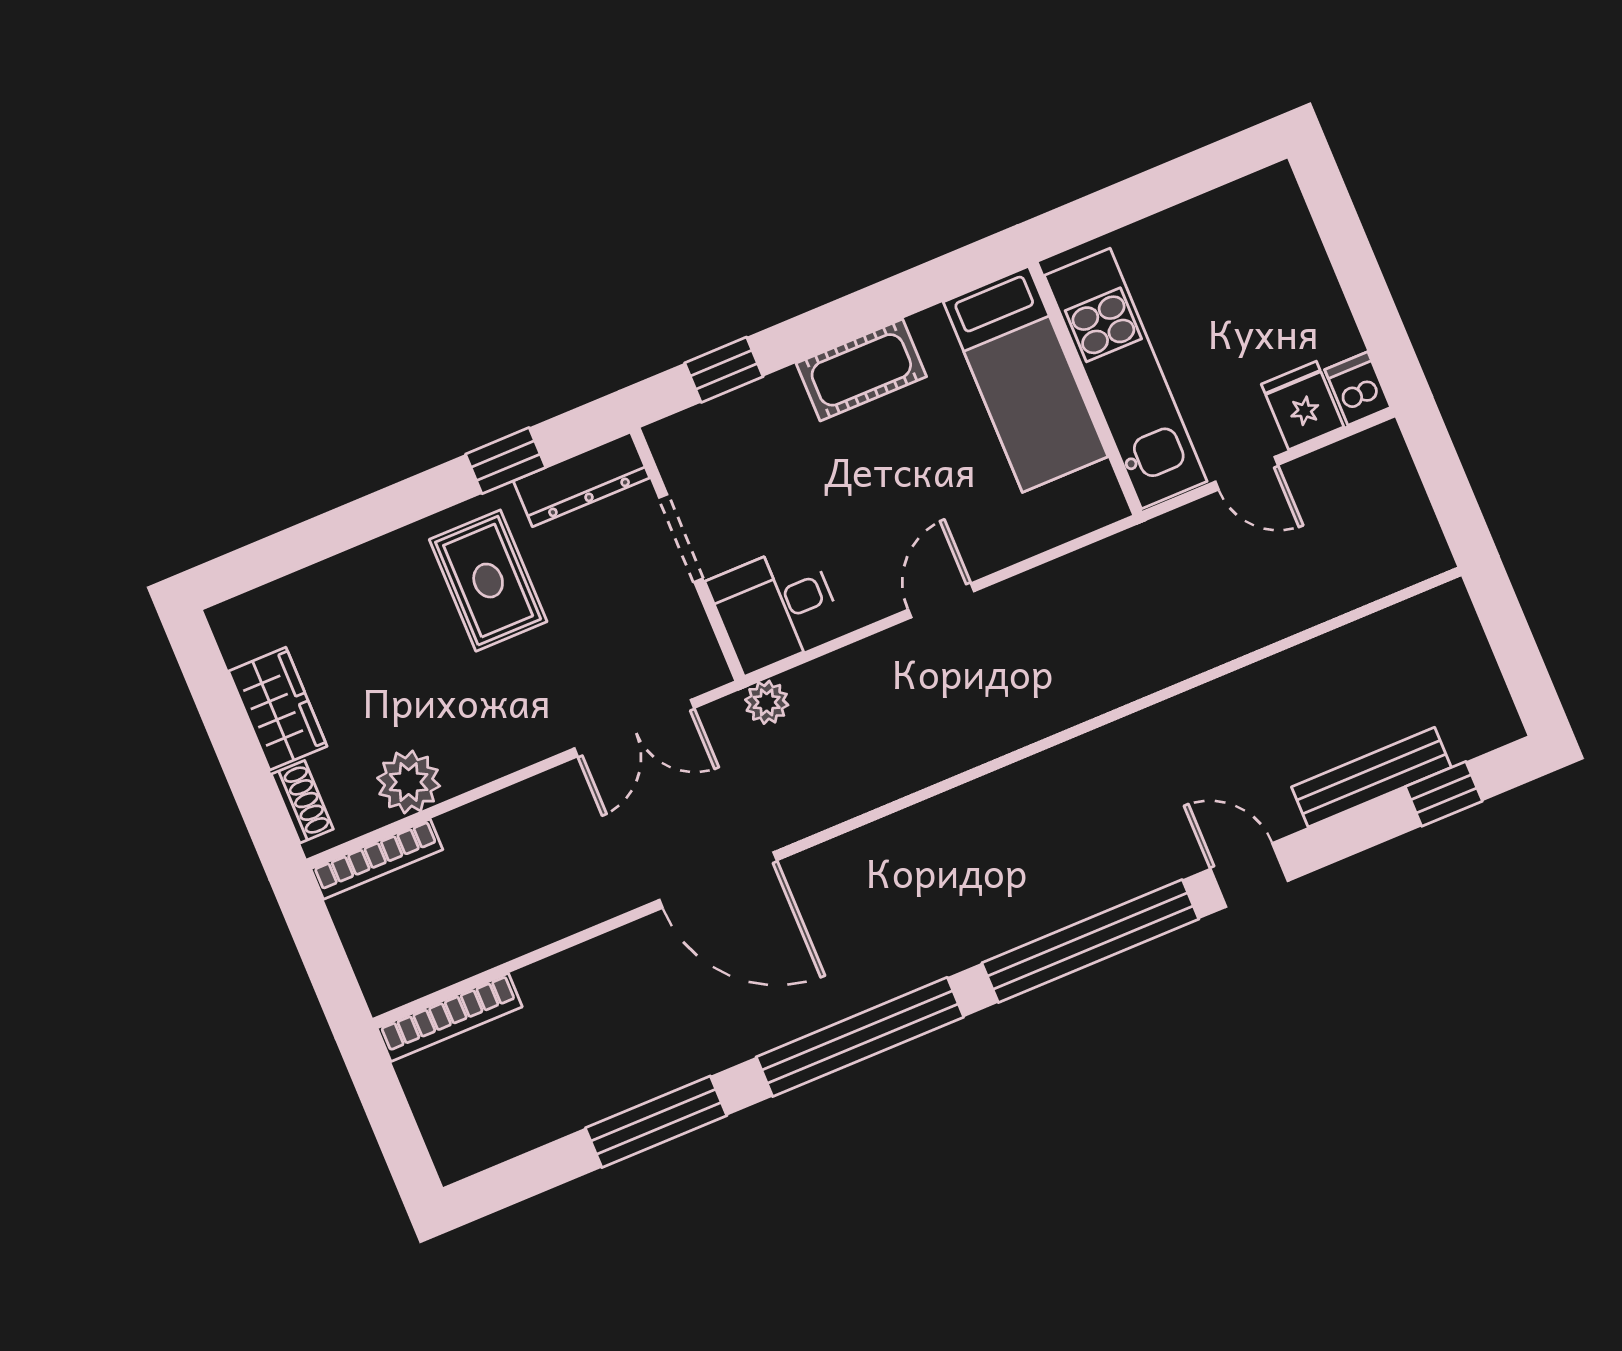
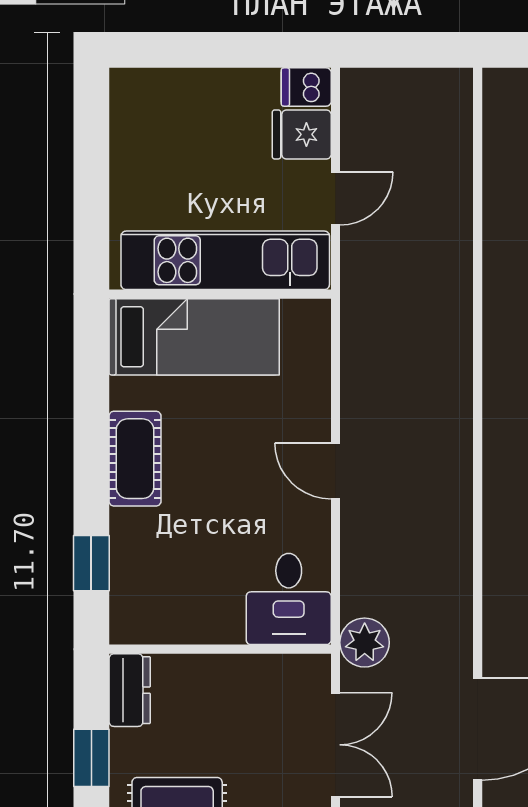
dresser: (582, 479) -> (130, 690), width x0.70
doorway: (681, 538) -> (206, 649), removed
plant: (767, 702) -> (365, 643), width x1.38, depth x1.38

